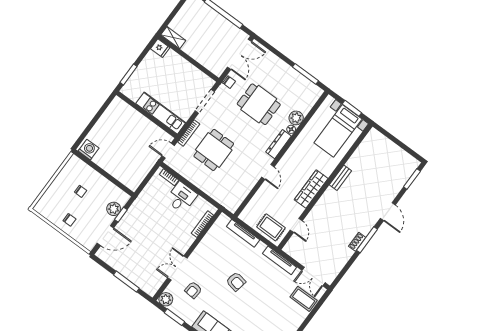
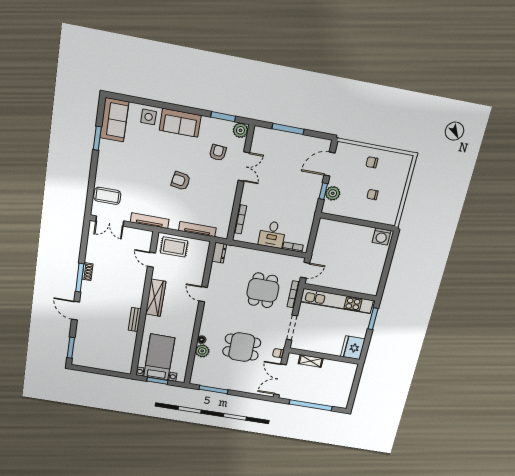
shelving: (173, 38) -> (311, 361), moved
fridge: (160, 48) -> (353, 348), width x1.88, depth x1.34
kitchen unit: (161, 113) -> (337, 301), width x1.36
dresser: (279, 144) -> (219, 253), moved, width x0.70
double door: (313, 277) -> (110, 221), swing flipped

